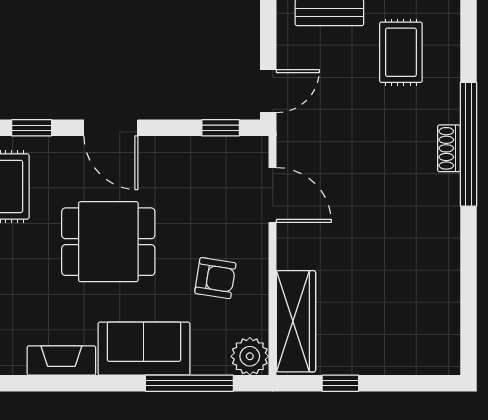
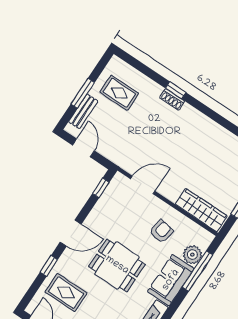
door: (268, 91) -> (83, 148), moved
window: (468, 144) -> (176, 90), width x0.32
dining table: (108, 242) -> (117, 265), turned 90
plant: (250, 356) -> (192, 255), moved

